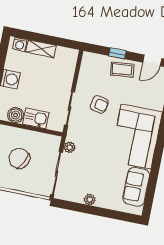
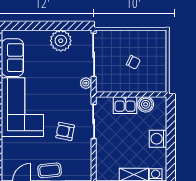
chair: (19, 158) -> (133, 62), width x0.54, depth x0.54
plant: (90, 200) -> (61, 41), width x1.88, depth x1.88

